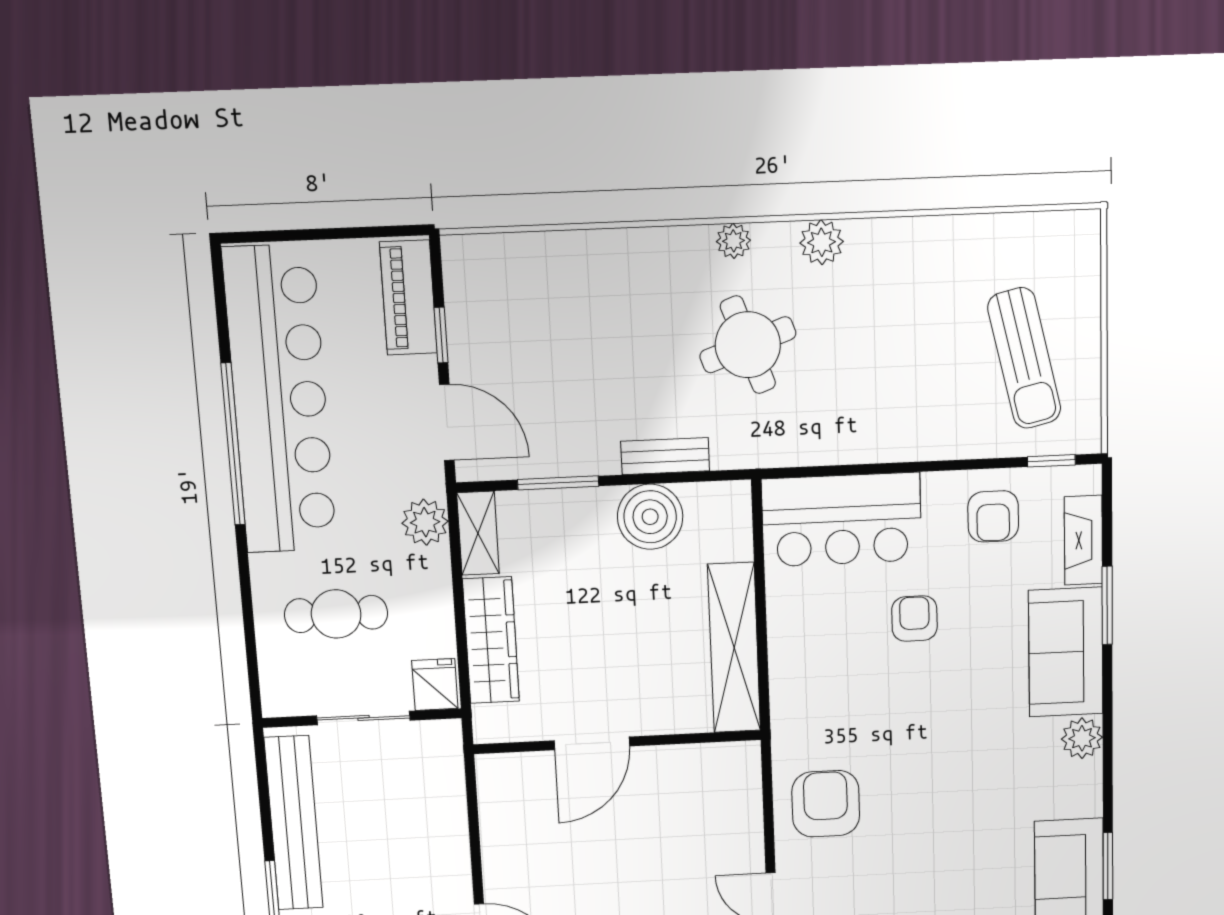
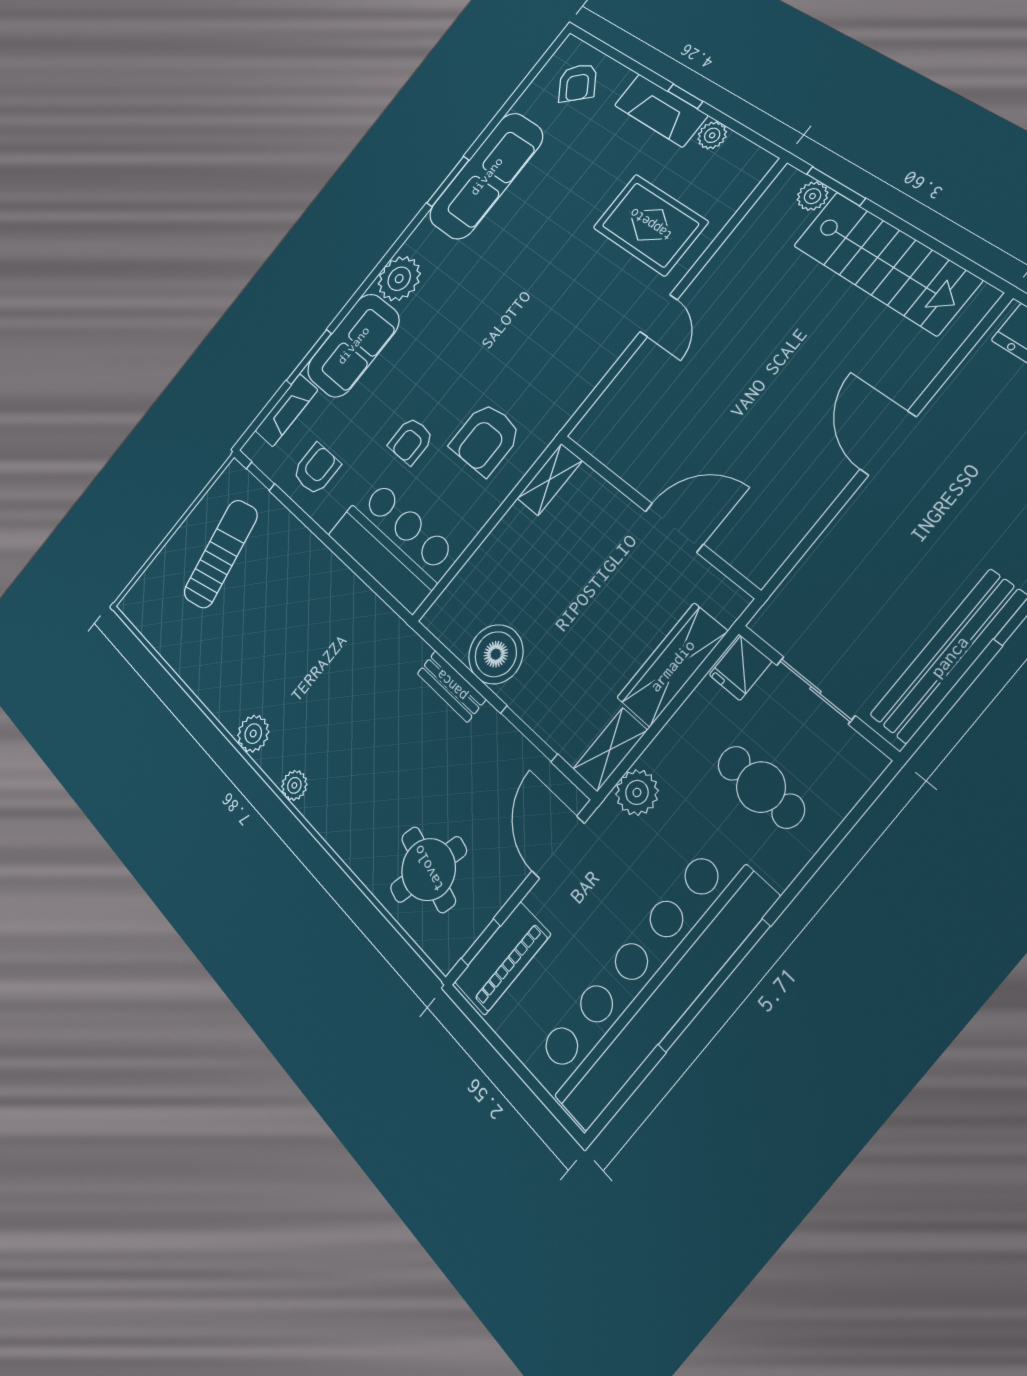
window: (441, 335) -> (481, 942), moved
round table: (748, 345) -> (428, 869), moved, turned 35
shelving: (734, 648) -> (550, 480), width x0.45, depth x0.75
plant: (1082, 738) -> (399, 279), width x1.36, depth x1.36
armchair: (826, 804) -> (486, 439), moved

